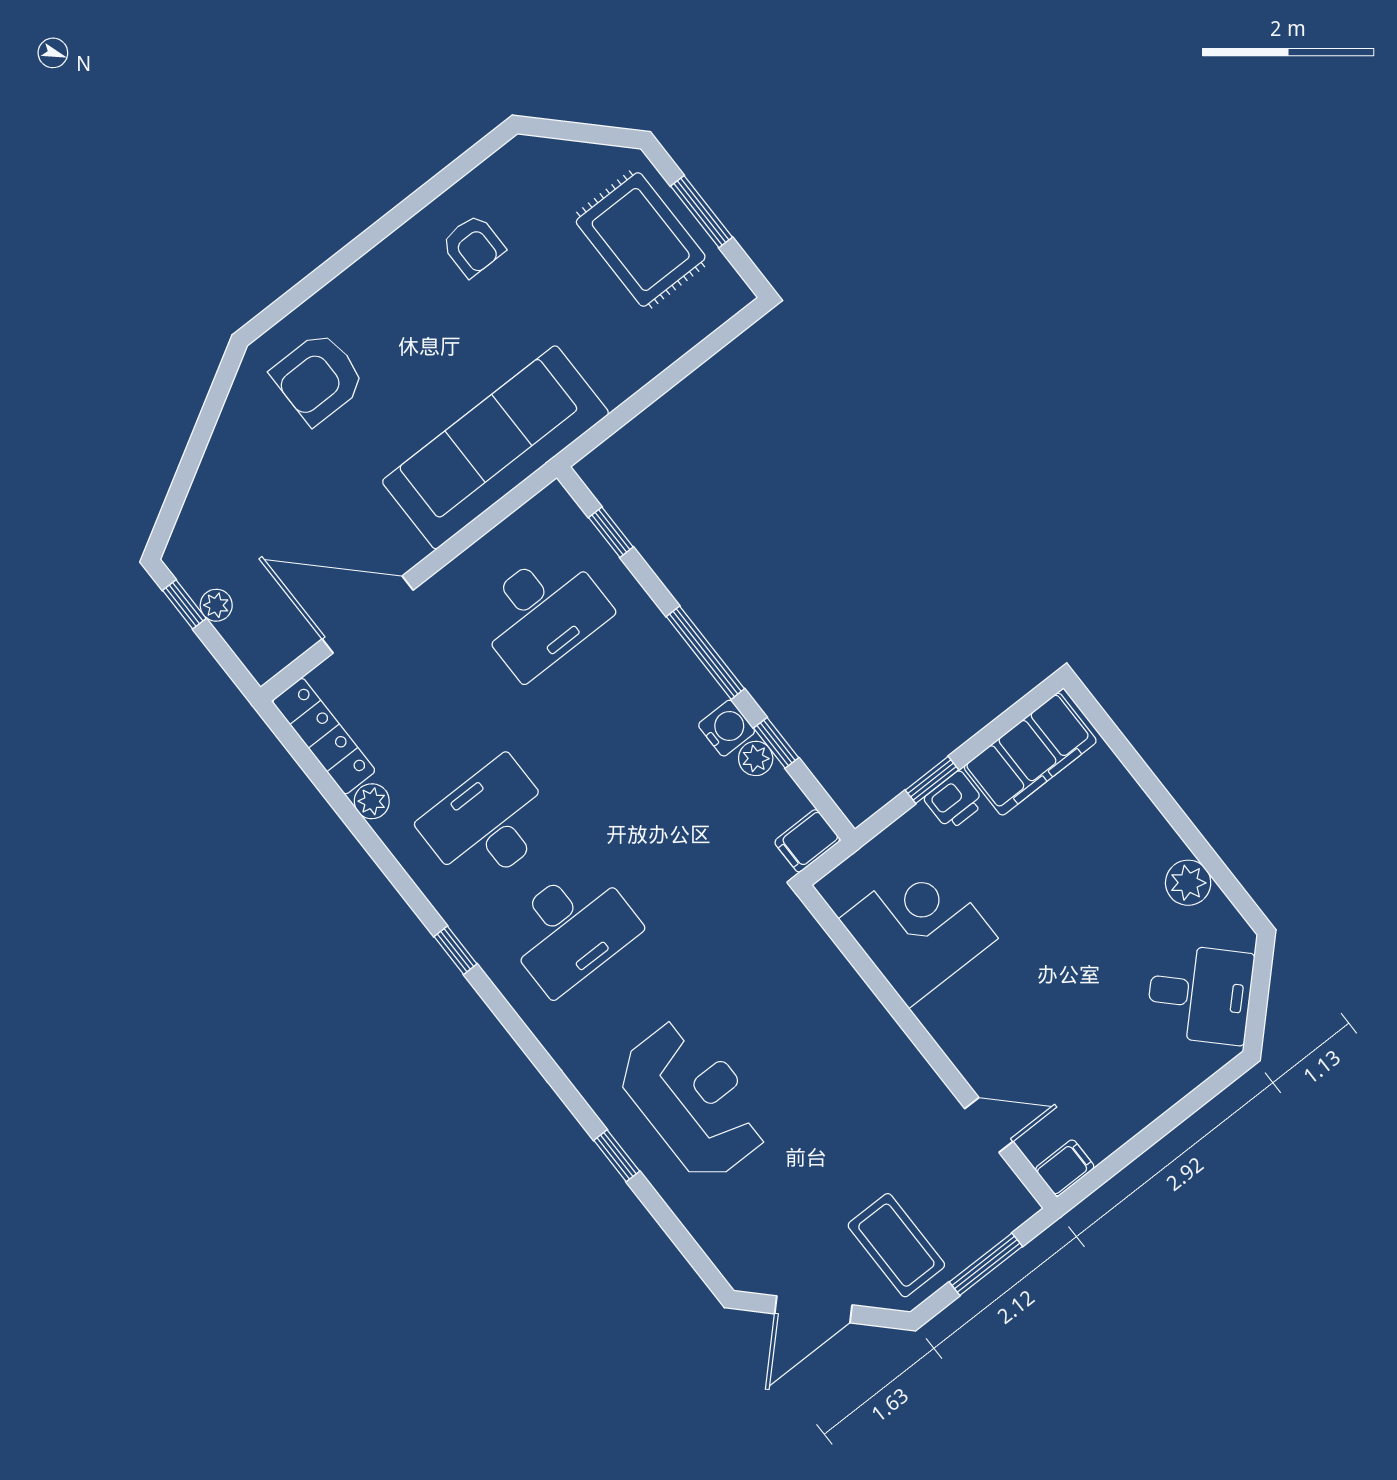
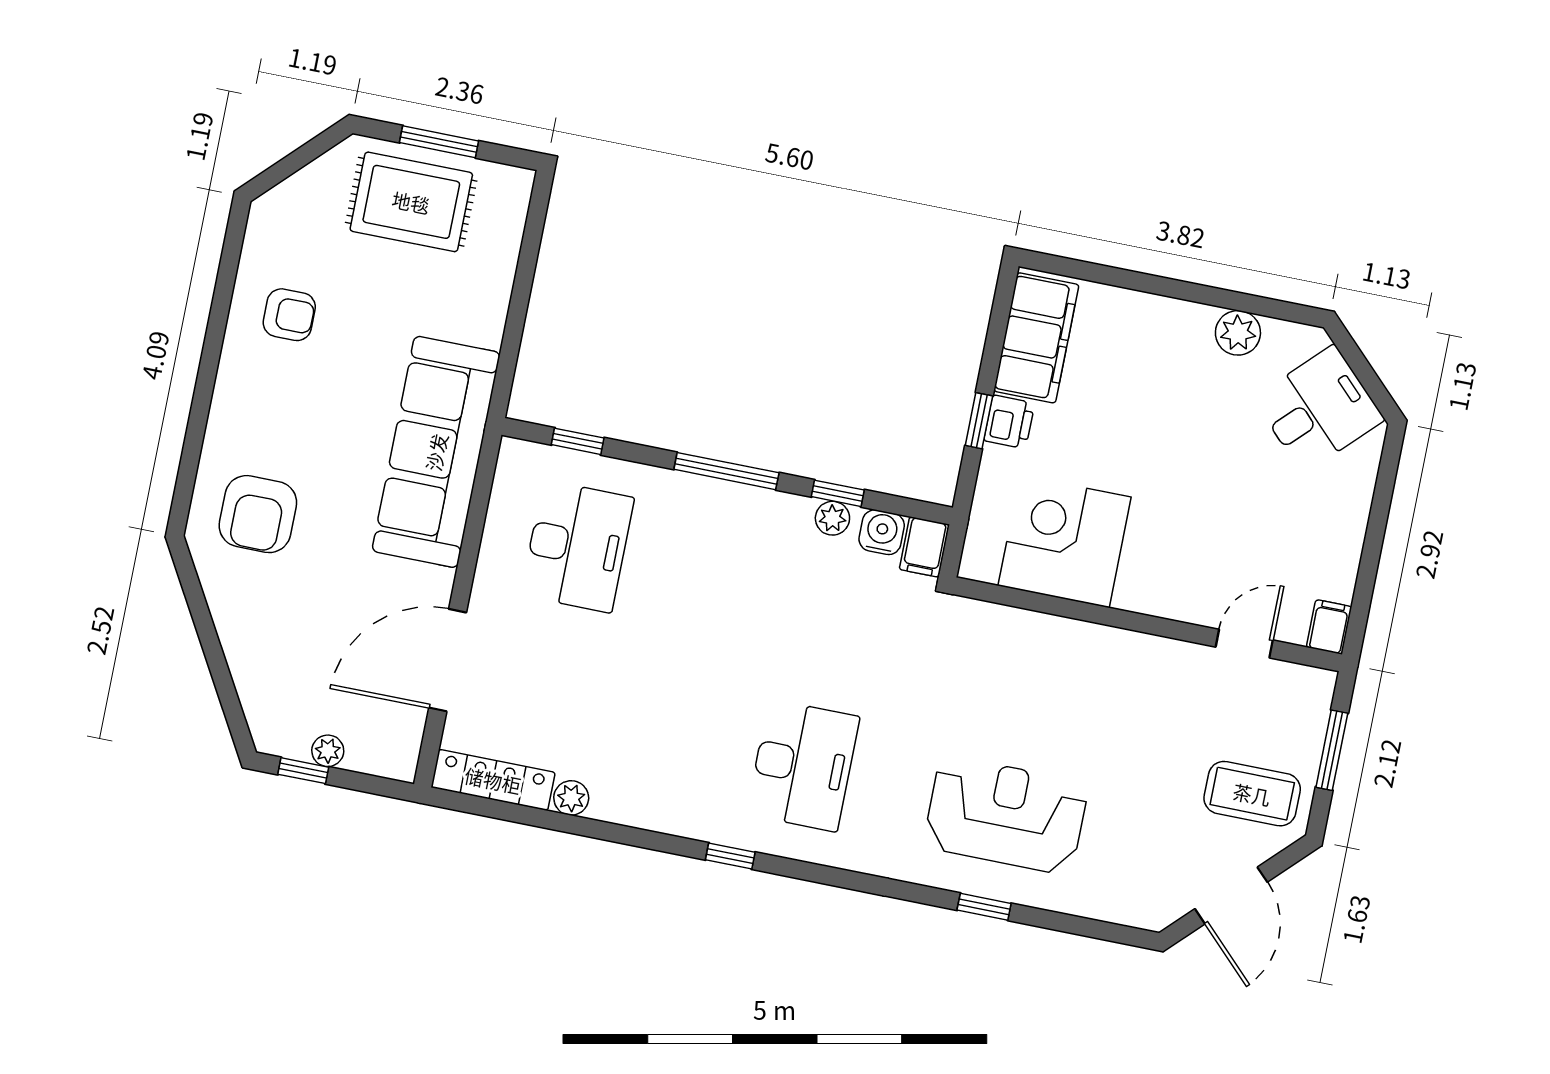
water cooler: (727, 728) -> (882, 532), moved
desk: (489, 824) -> (674, 740), removed

